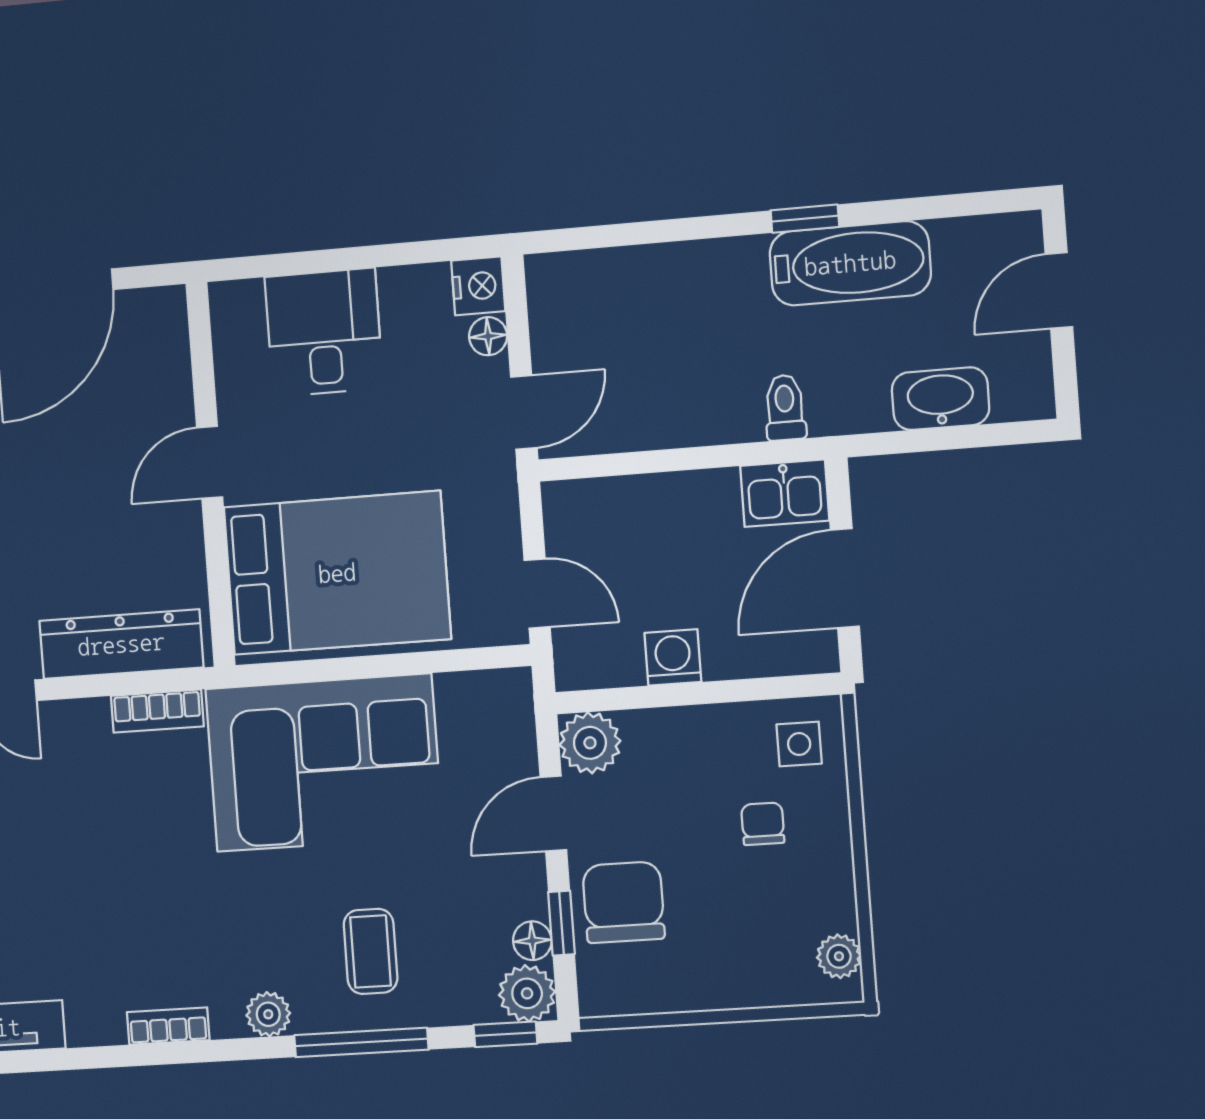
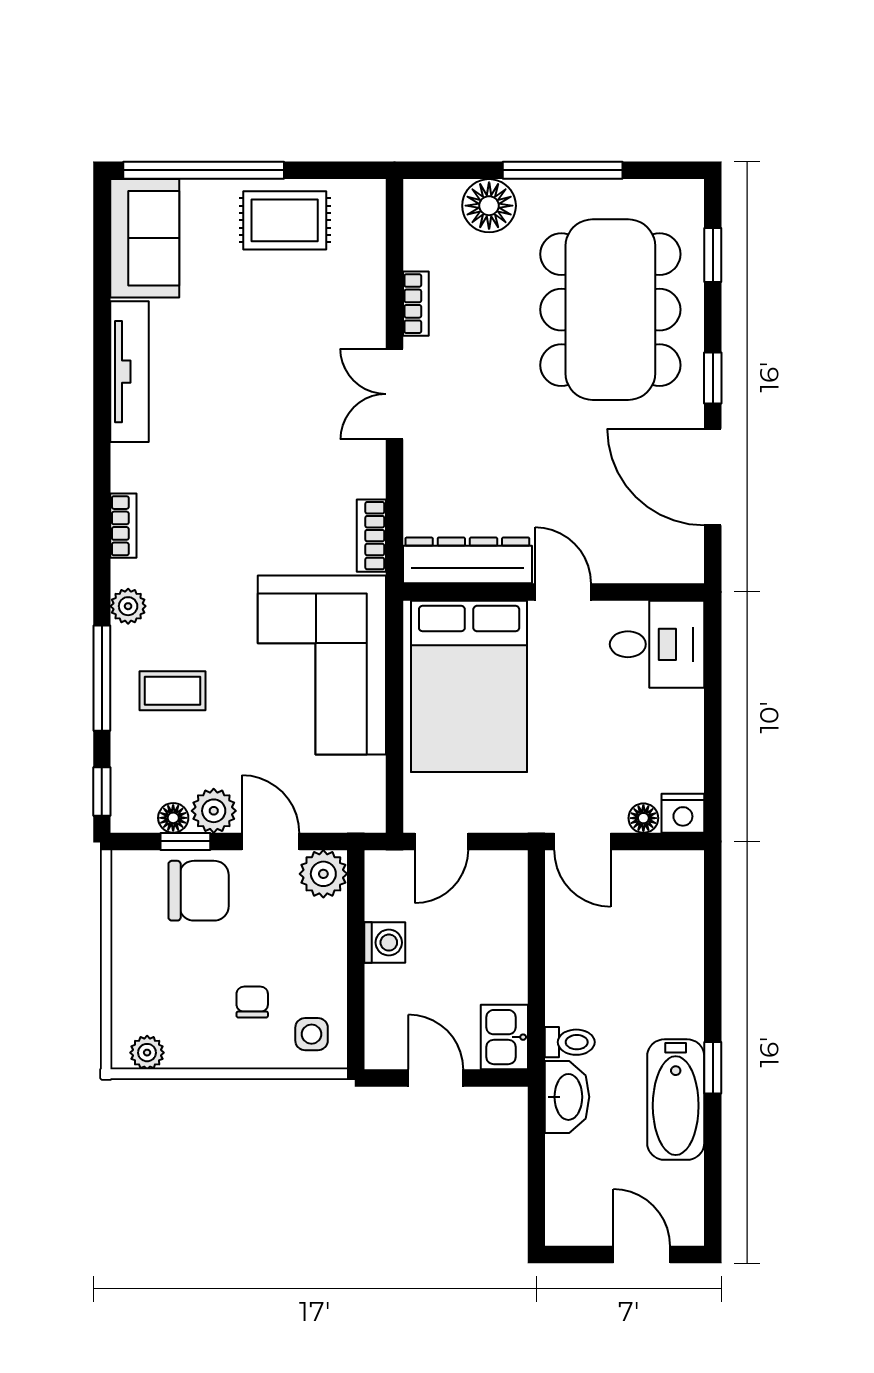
desk: (324, 332) -> (657, 644), moved
washbasin: (941, 399) -> (567, 1097), moved
door: (845, 578) -> (436, 1078), width x0.73
dresser: (121, 644) -> (467, 560), moved, turned -90
chair: (763, 824) -> (252, 1002), turned -90
plant: (527, 993) -> (214, 811), moved

